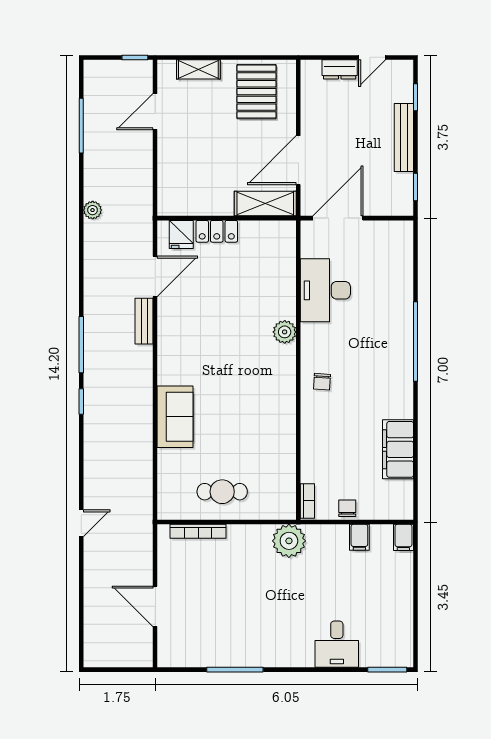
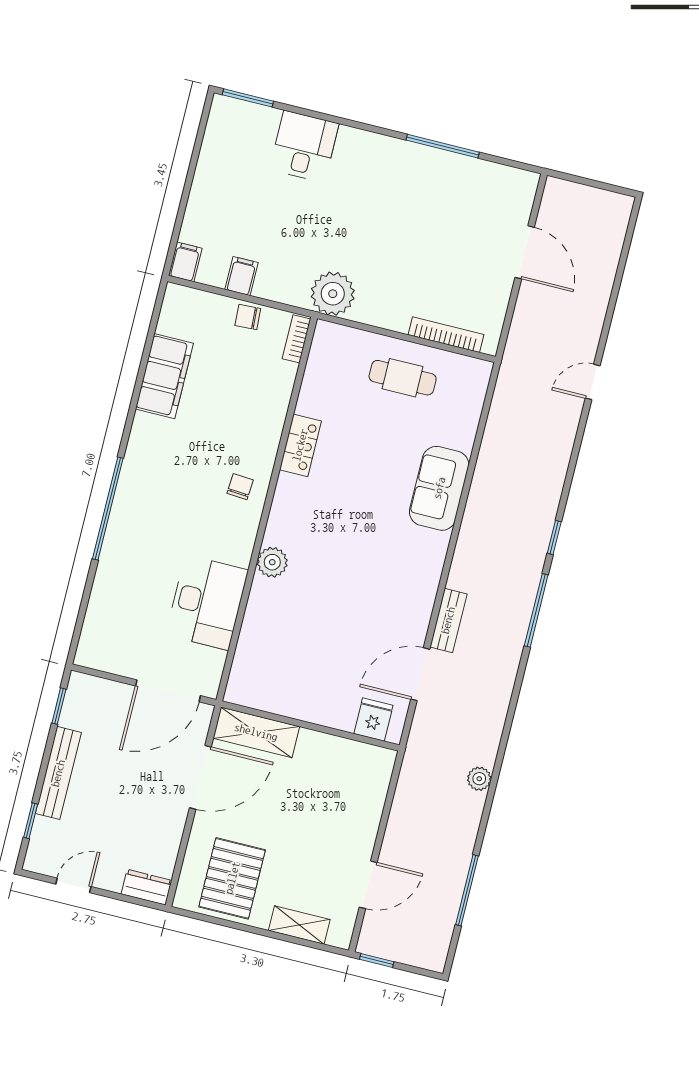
dresser: (340, 69) -> (147, 887), moved
locker: (217, 231) -> (300, 445), moved, turned 90
chair: (347, 508) -> (248, 317), turned 87

